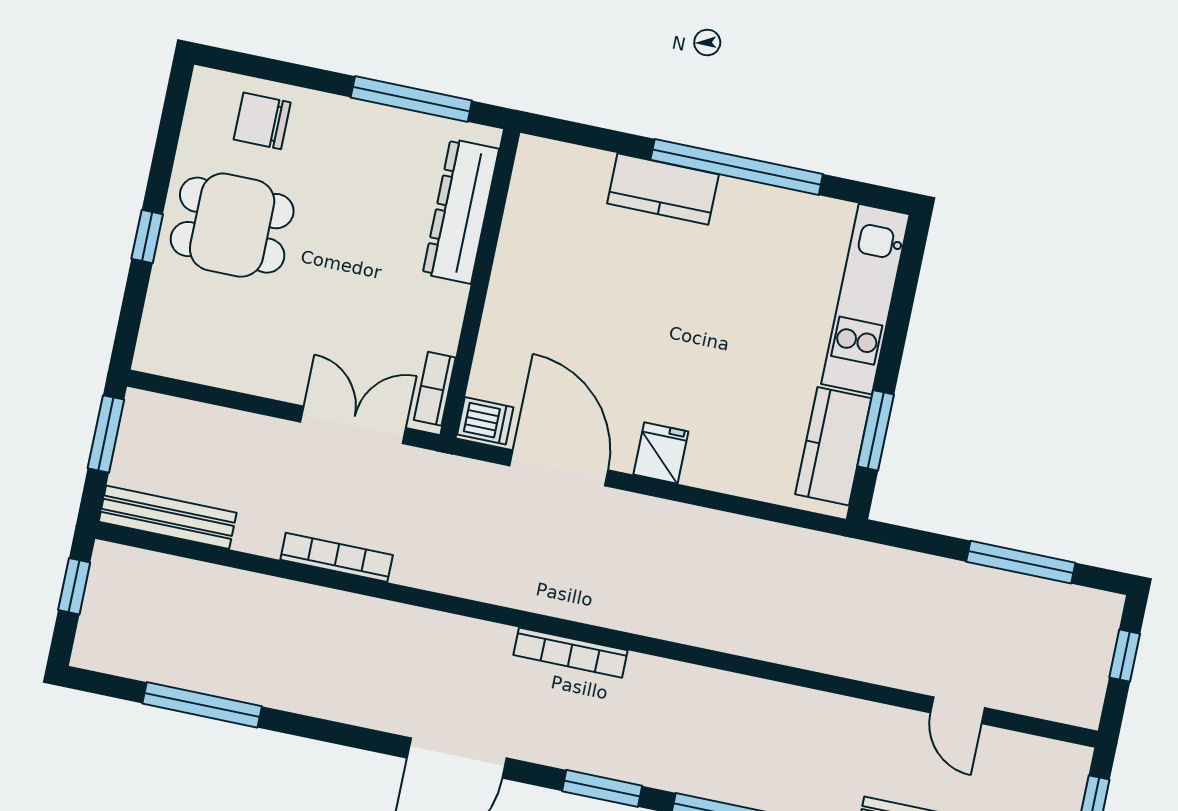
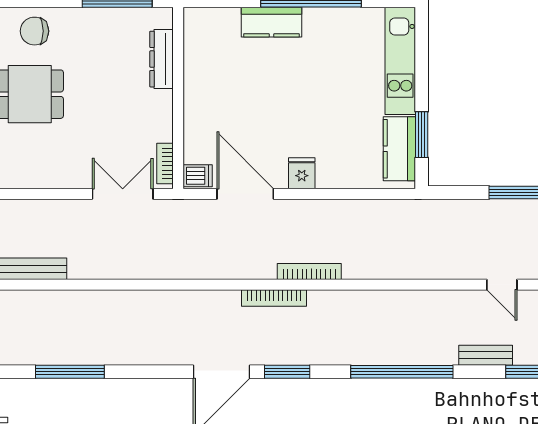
dresser: (461, 211) -> (162, 59), width x0.73, depth x0.80
bookcase: (337, 557) -> (309, 271), moved
window: (602, 788) -> (287, 372), moved

